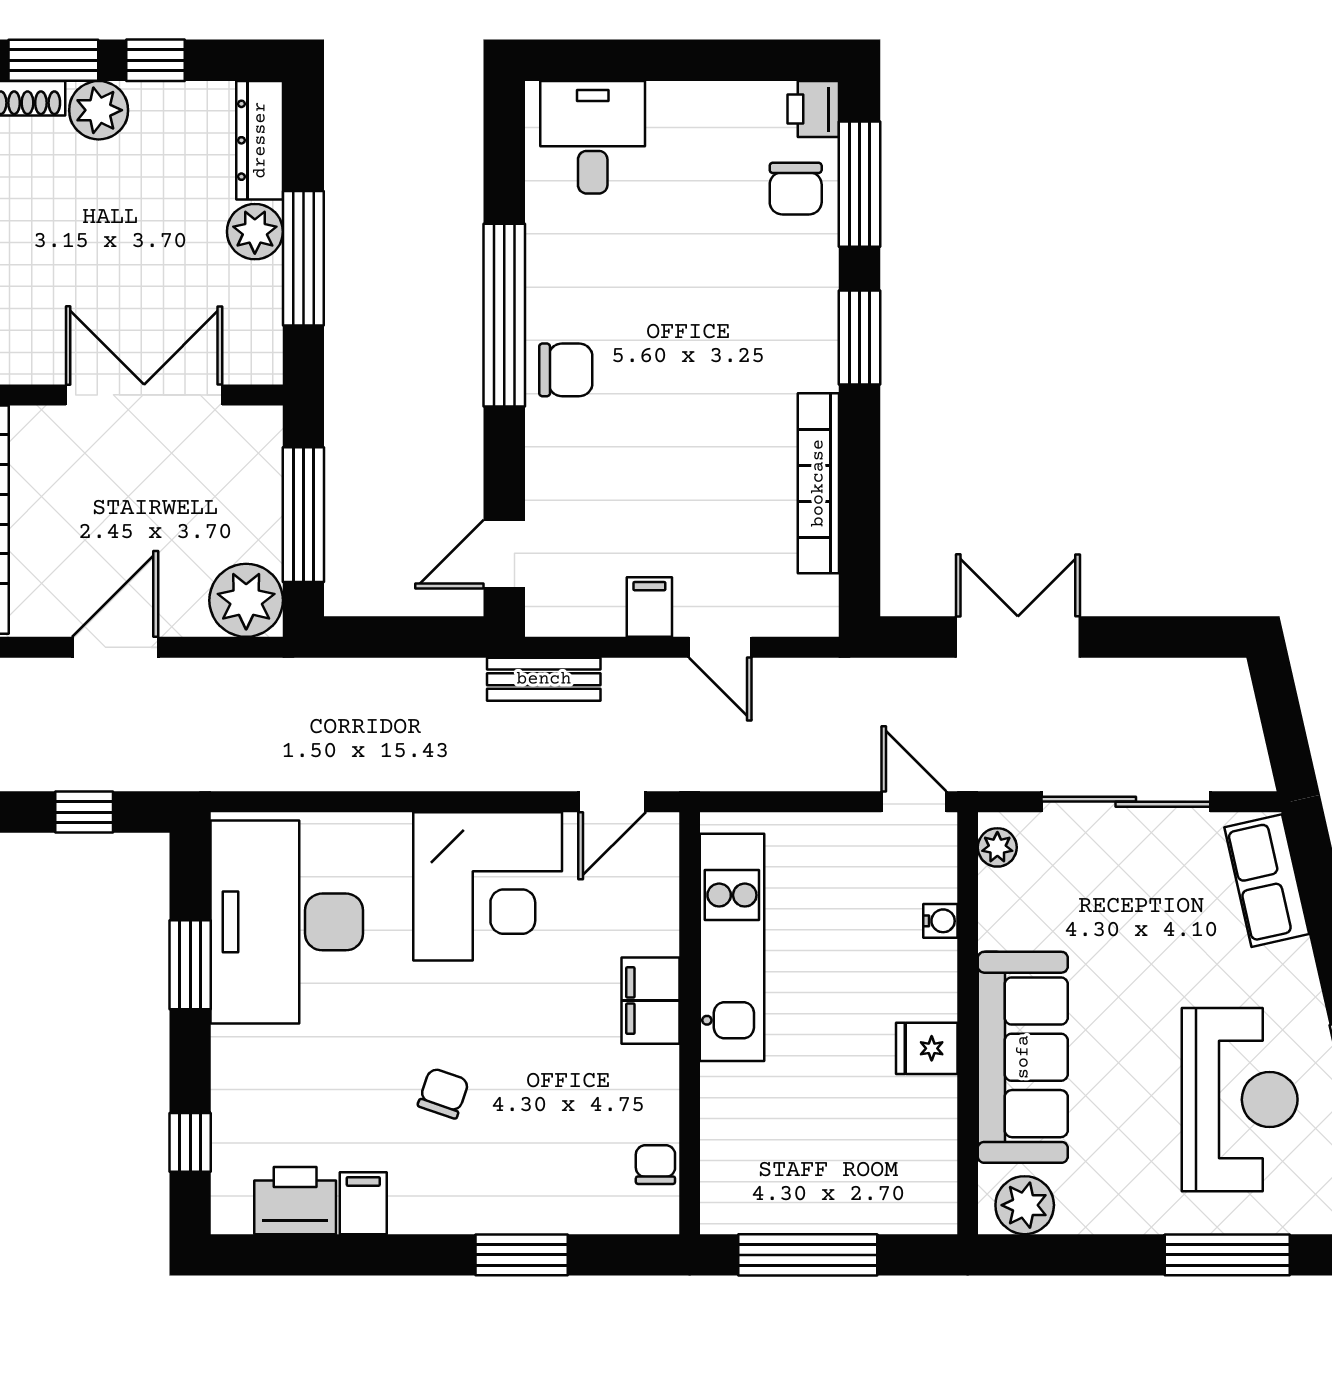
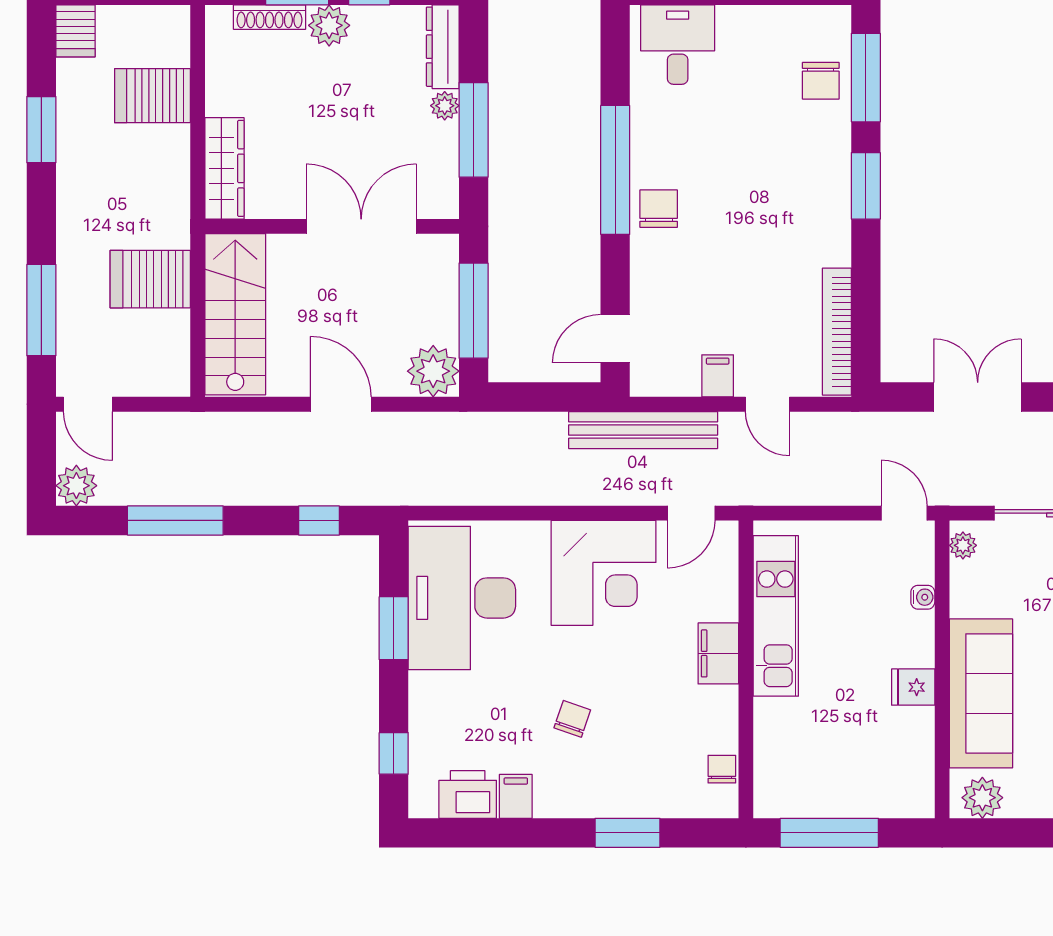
printer: (813, 109) -> (833, 25), removed
plant: (255, 232) -> (445, 106), width x0.73, depth x0.73
chair: (566, 370) -> (659, 209), turned -90
bookcase: (818, 483) -> (837, 332), moved
door: (115, 647) -> (341, 404), hinge flipped
bench: (544, 679) -> (643, 430), width x1.86, depth x1.21

